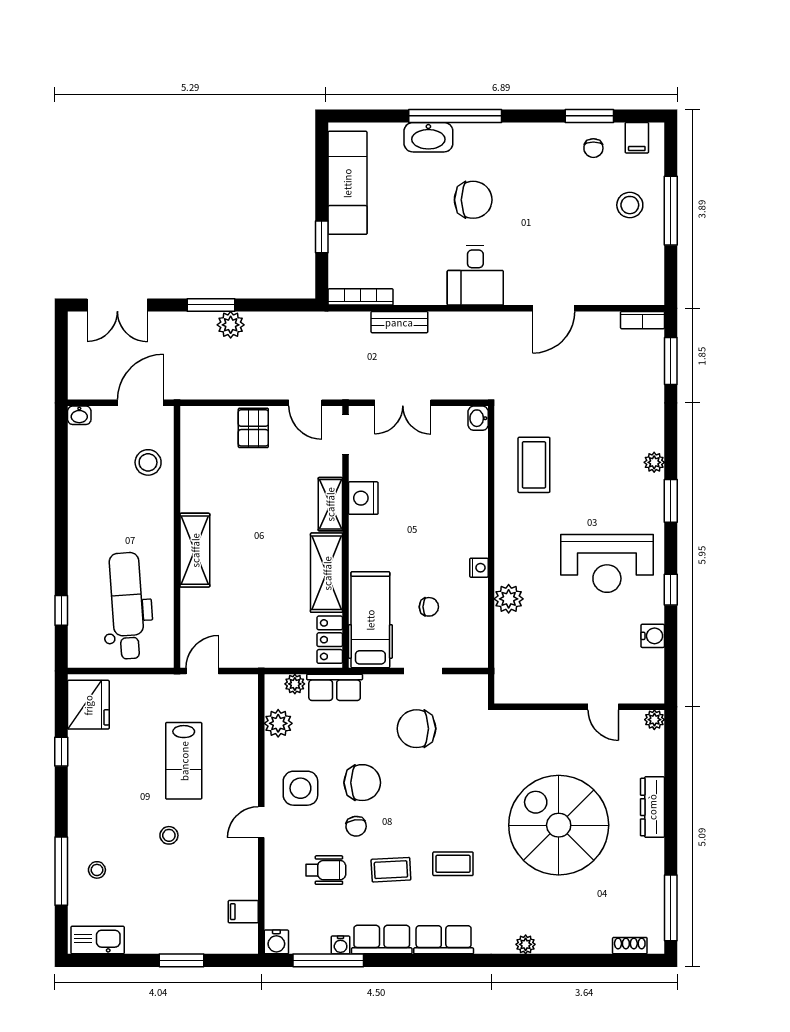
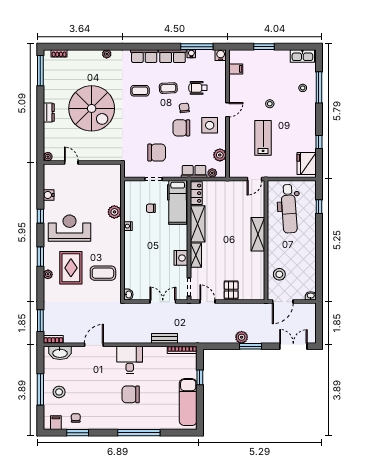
washbasin: (428, 137) -> (60, 353), moved, turned 180
coffee table: (534, 465) -> (103, 273), turned 90
rug: (604, 477) -> (71, 268), added
dresser: (652, 807) -> (49, 112), width x0.70

